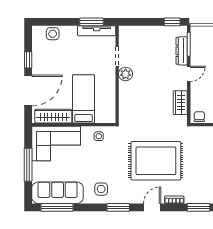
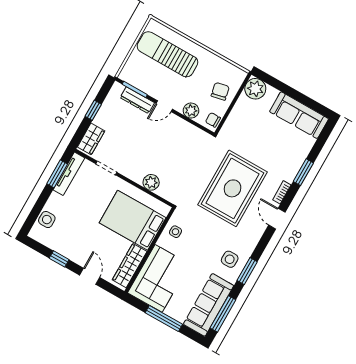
window: (172, 22) -> (93, 110), moved
plant: (126, 74) -> (151, 182), moved
door: (189, 74) -> (164, 106), swing flipped
door: (28, 91) -> (90, 276), width x0.53
plant: (197, 96) -> (191, 111), added
bed: (83, 99) -> (133, 220), width x1.50
wardrobe: (180, 103) -> (91, 139), moved, turned -90
window: (118, 207) -> (247, 271), moved

